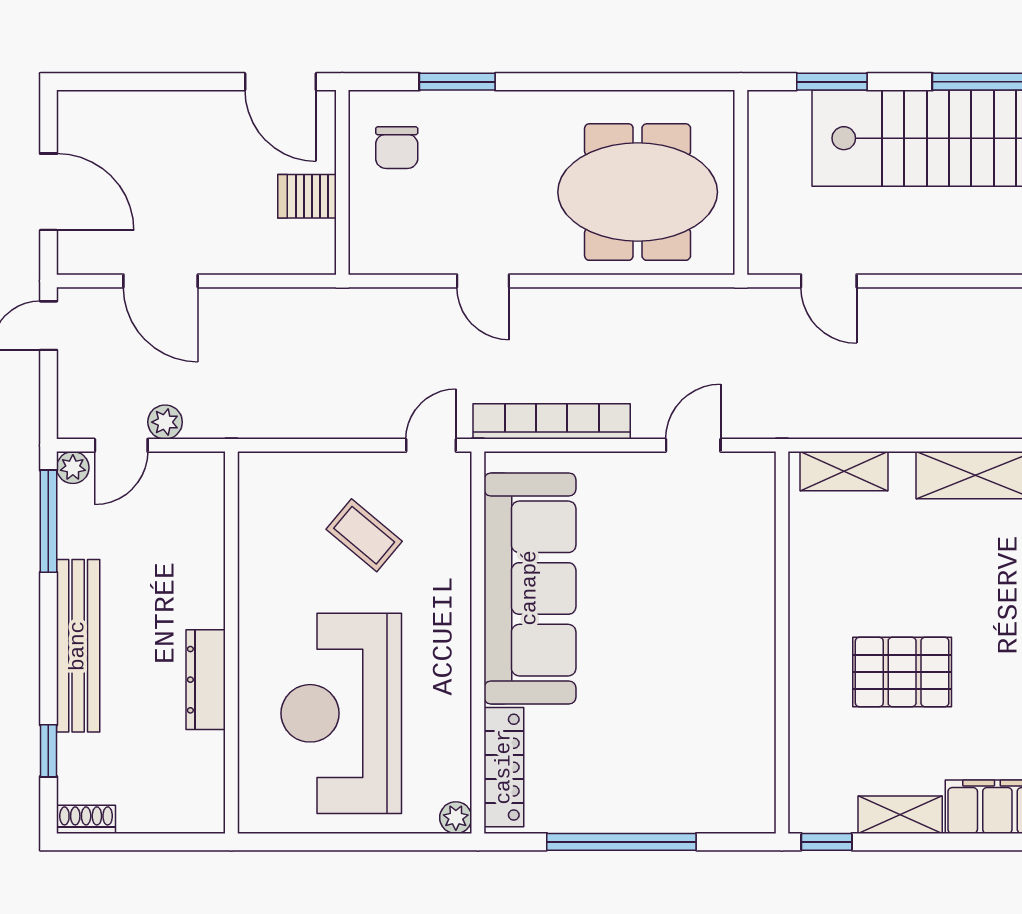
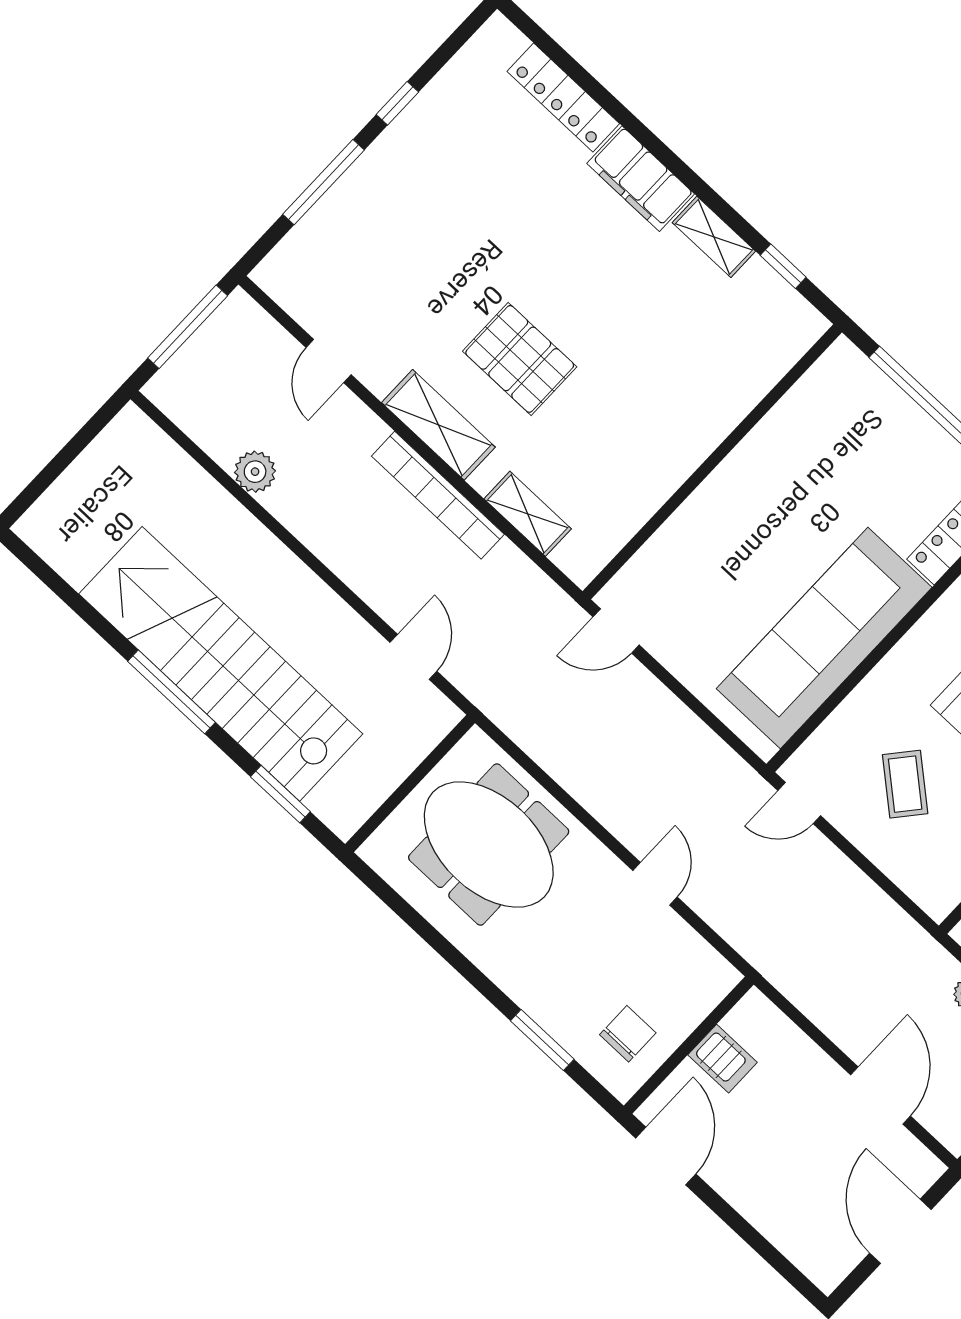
bookcase: (552, 421) -> (438, 495), moved
wall: (782, 643) -> (712, 462), moved
pallet: (902, 672) -> (520, 359), moved

